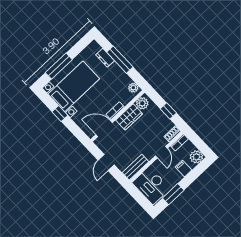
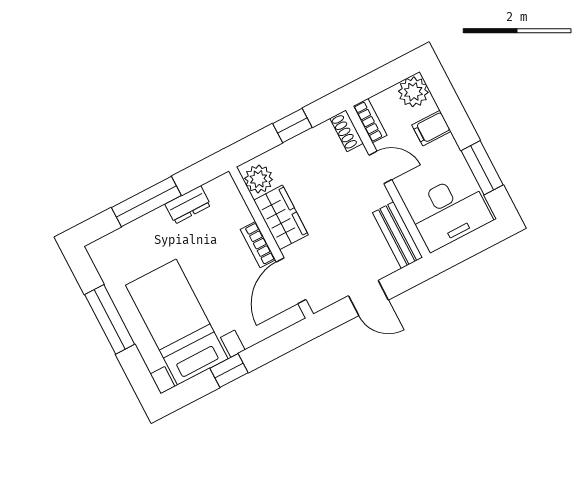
dresser: (105, 58) -> (188, 205), moved
window: (59, 66) -> (110, 319), moved
plant: (133, 88) -> (218, 189), removed

